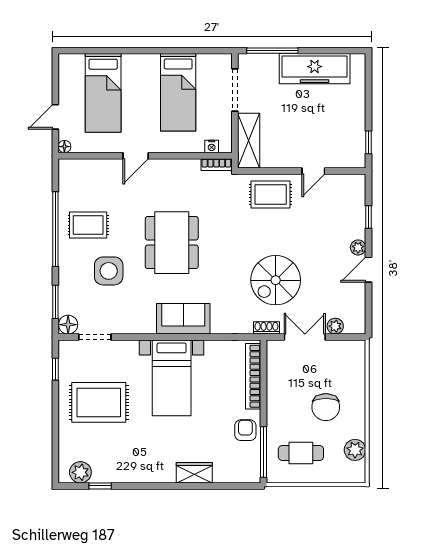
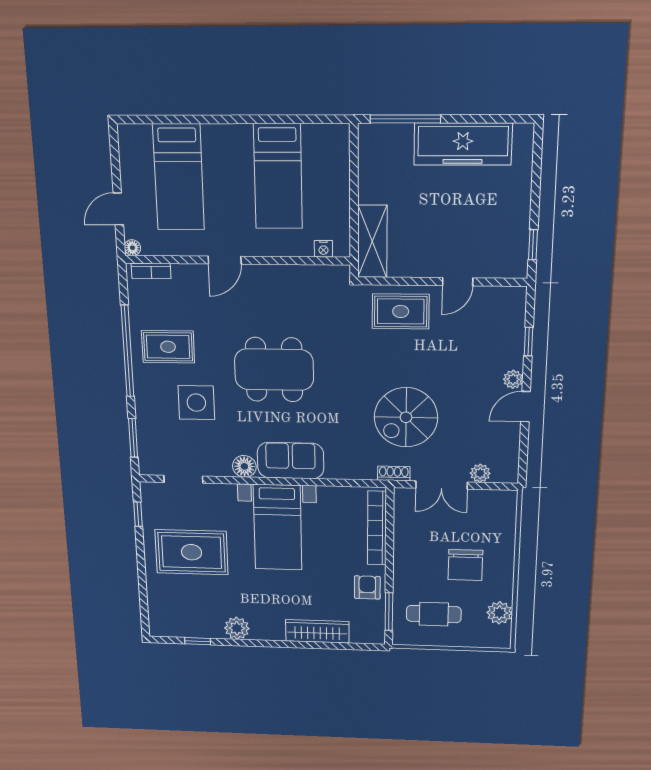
doorway: (235, 90) -> (354, 174), removed
bookcase: (216, 165) -> (151, 271), moved
dining table: (172, 243) -> (274, 370), turned 90
floor lamp: (68, 325) -> (244, 466), moved
double door: (305, 337) -> (441, 485), swing flipped
window: (264, 452) -> (389, 612), width x0.69
plant: (80, 472) -> (237, 628), moved
wardrobe: (194, 473) -> (317, 631), width x1.50

